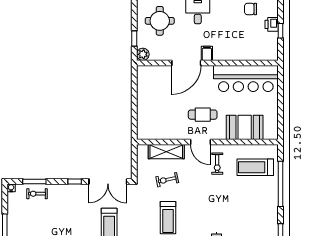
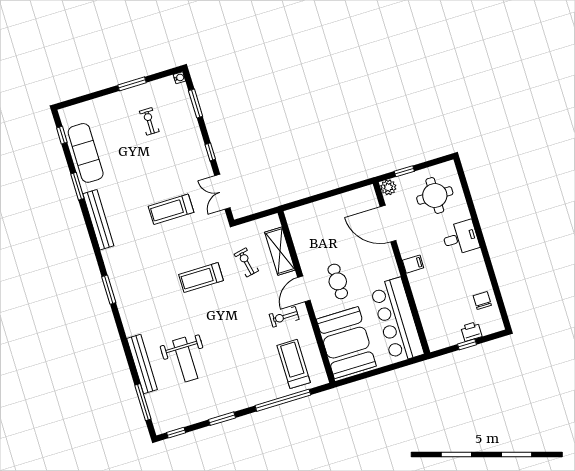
door: (186, 63) -> (388, 224), moved
booth: (245, 127) -> (346, 343), width x1.36, depth x1.42
double door: (108, 182) -> (222, 192), width x0.73
exercise bike: (37, 194) -> (149, 121), moved

